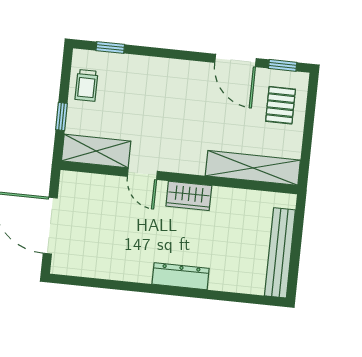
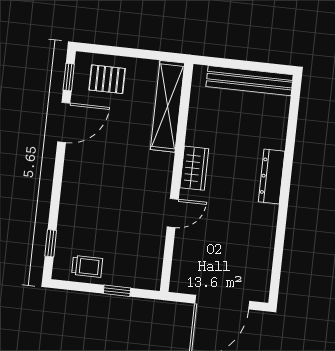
shelving: (96, 151) -> (150, 257), removed

